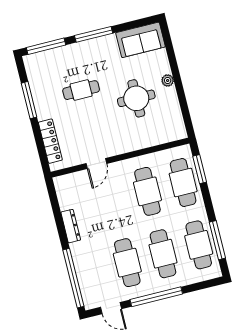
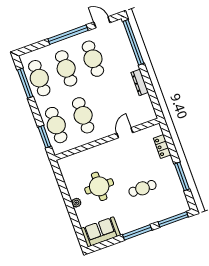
locker: (50, 141) -> (162, 146), width x0.66

